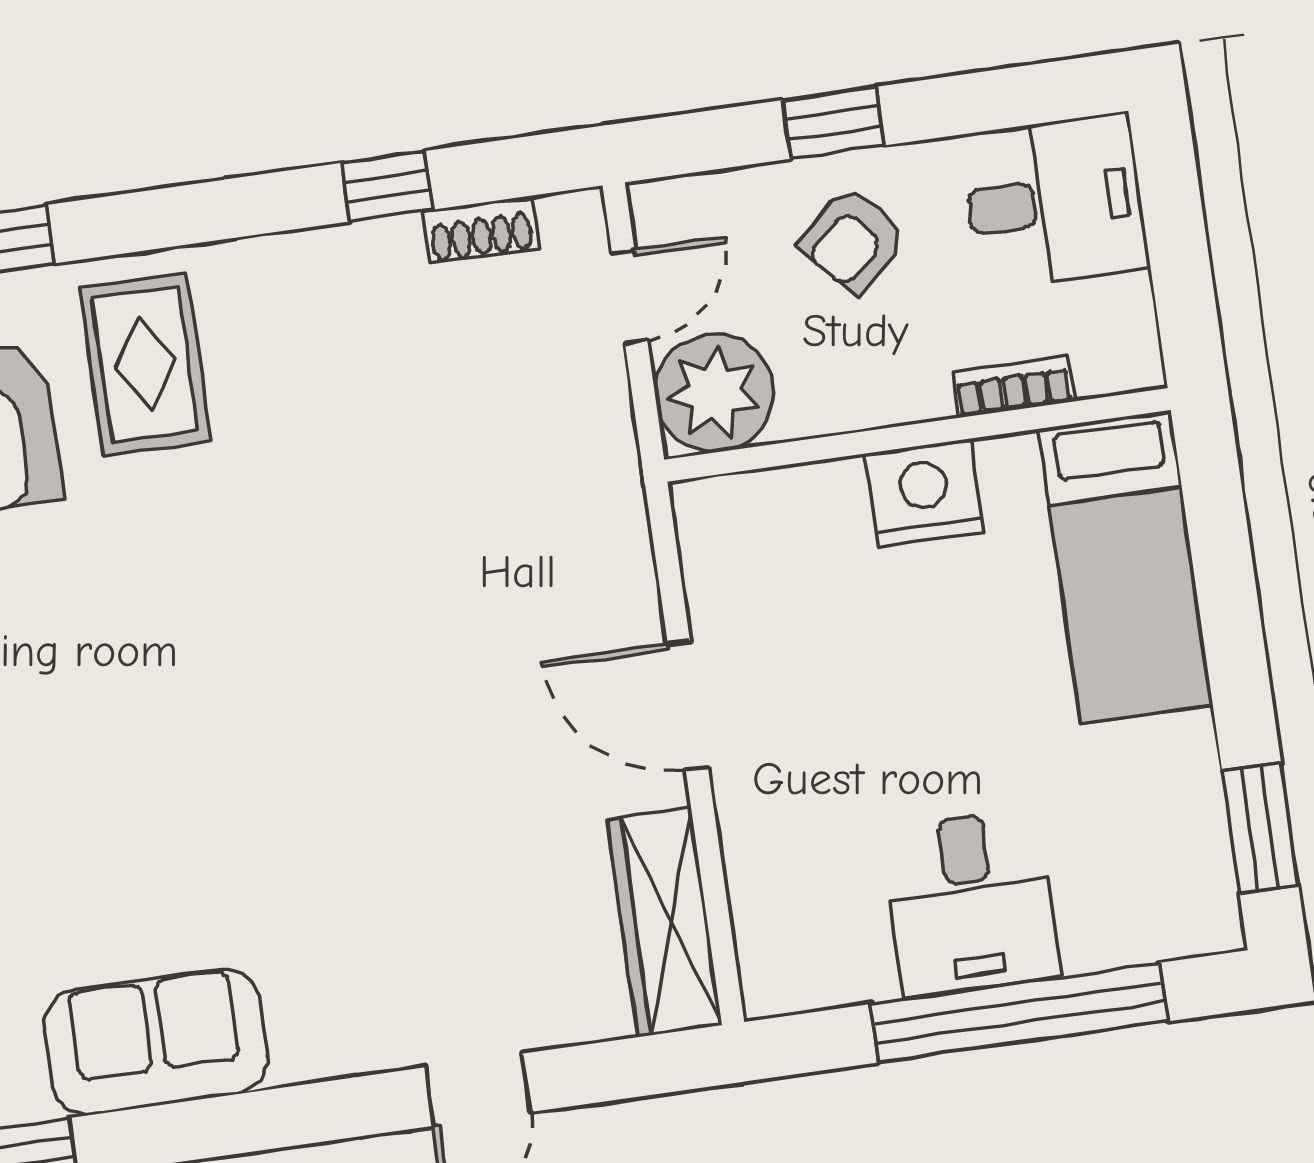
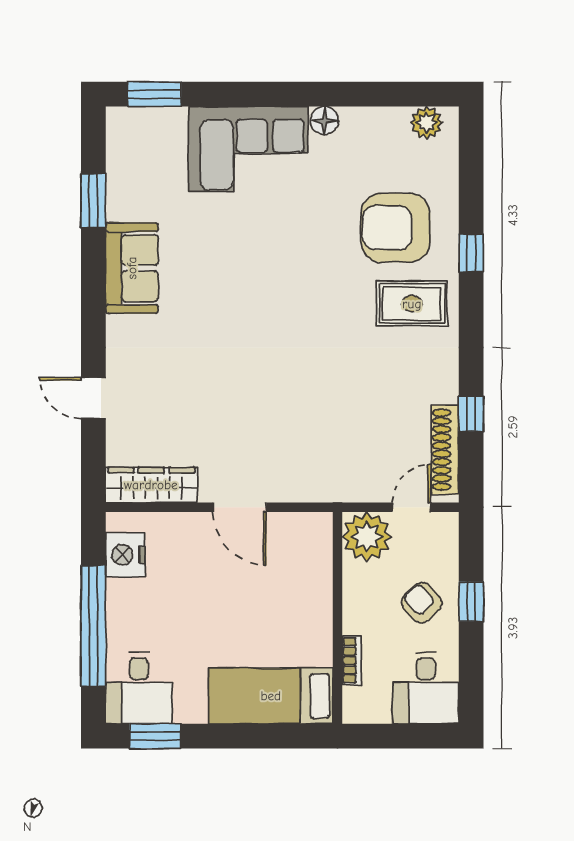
shoe rack: (481, 230) -> (445, 450), width x1.94, depth x1.24
door: (630, 297) -> (411, 507), swing flipped
nightstand: (924, 493) -> (125, 555), moved, turned 180
door: (688, 705) -> (240, 507), swing flipped
desk: (971, 903) -> (139, 688), moved, turned -90

